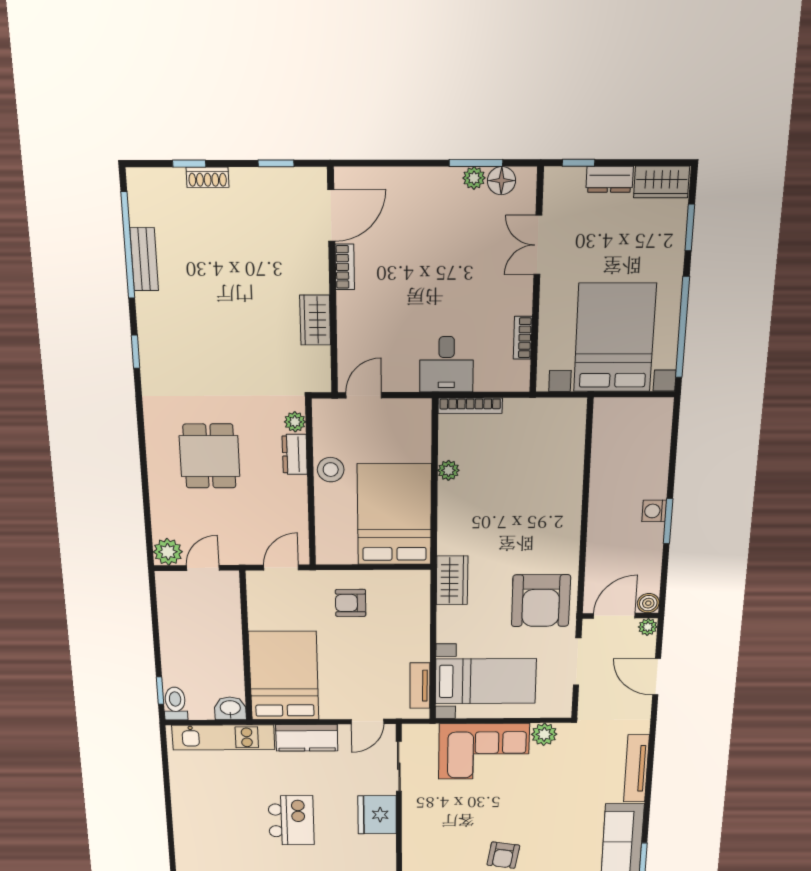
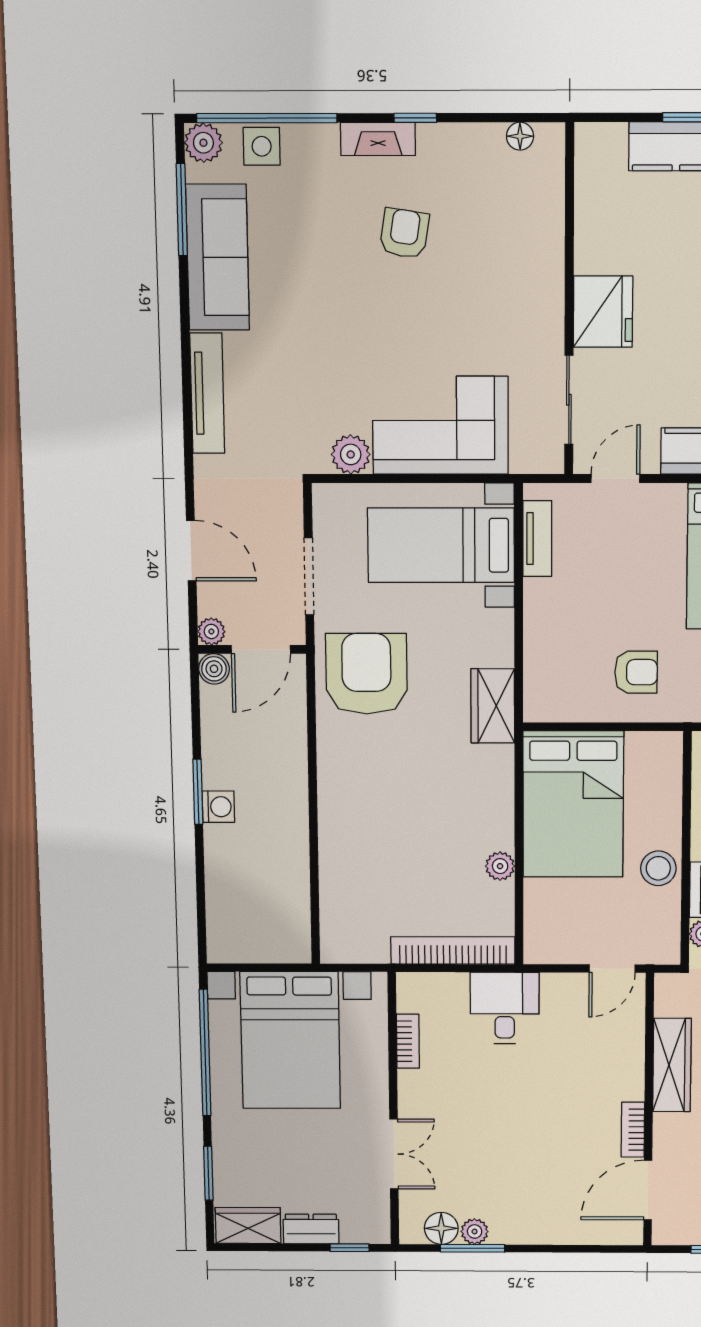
wardrobe: (315, 320) -> (672, 1065), width x1.50
bookcase: (470, 406) -> (453, 950), width x1.48, depth x1.31

